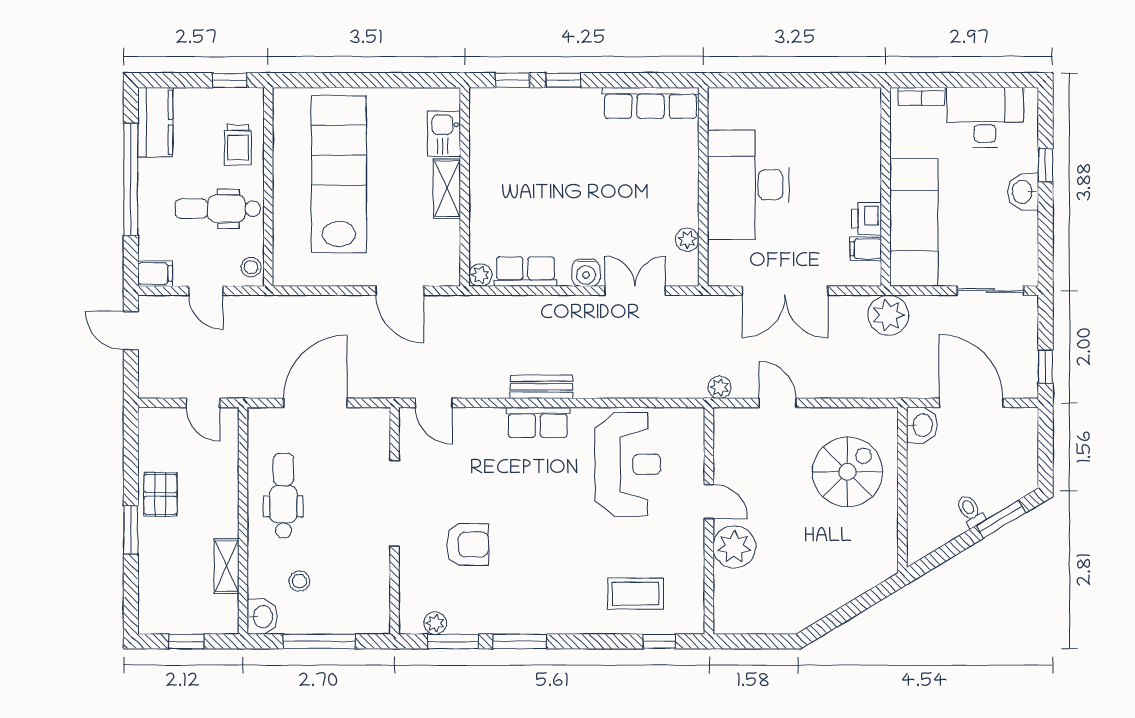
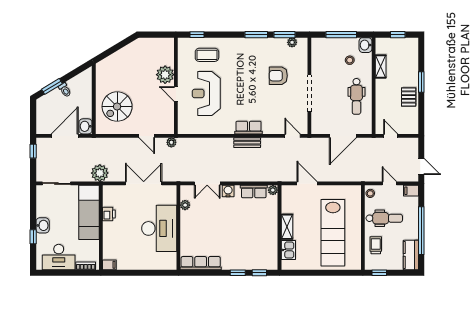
filing cabinet: (866, 249) -> (109, 265), moved
door: (971, 403) -> (65, 136), swing flipped
reception desk: (628, 464) -> (206, 94), moved

